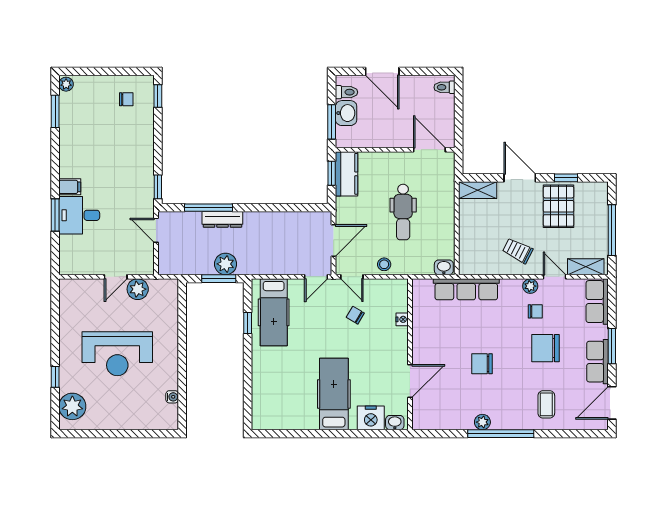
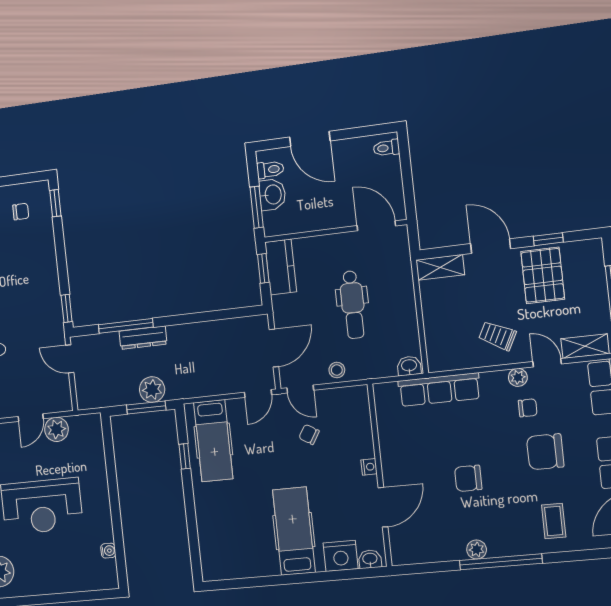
nightstand: (402, 319) -> (369, 467), moved

